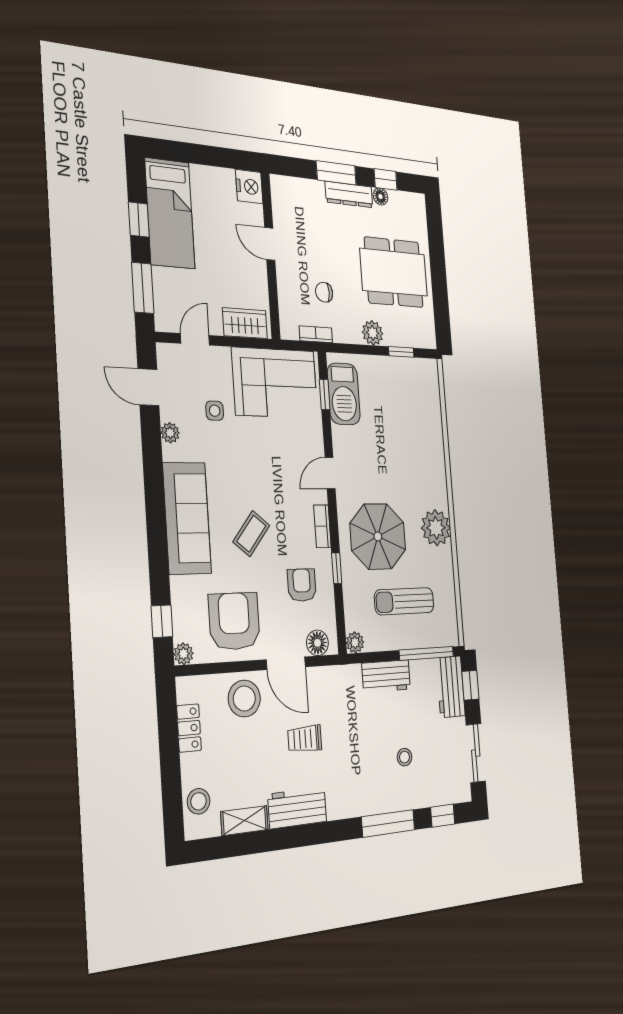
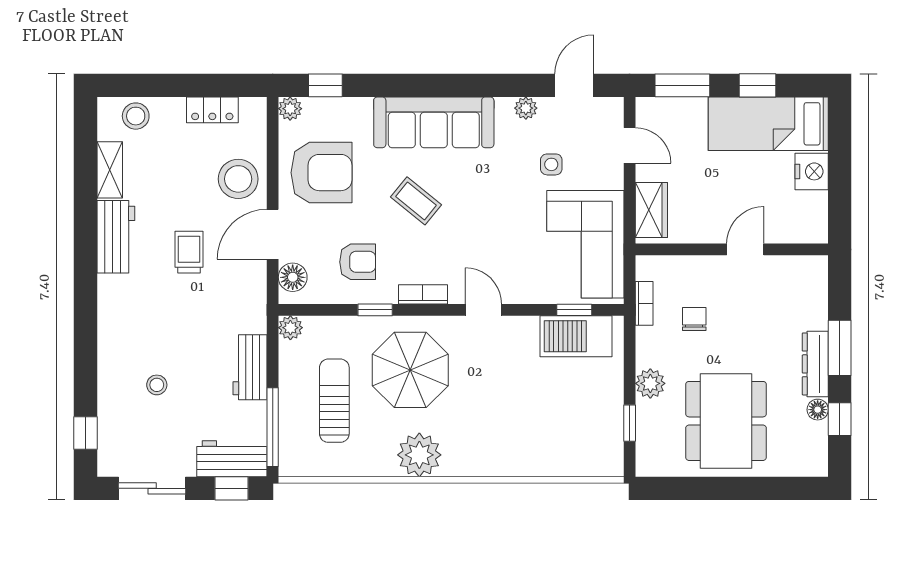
nightstand: (249, 187) -> (812, 171), moved, turned -90
window: (388, 823) -> (86, 356), removed

